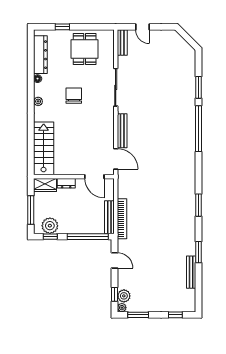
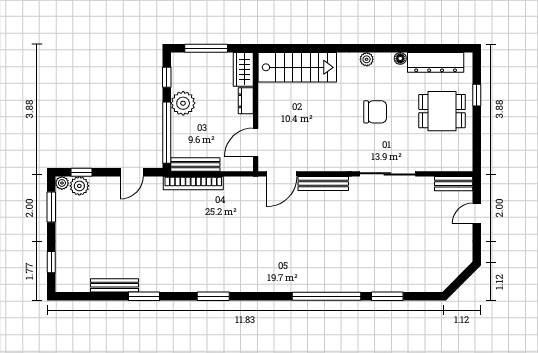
dining table: (85, 49) -> (442, 111), moved
plant: (50, 226) -> (183, 103), moved

